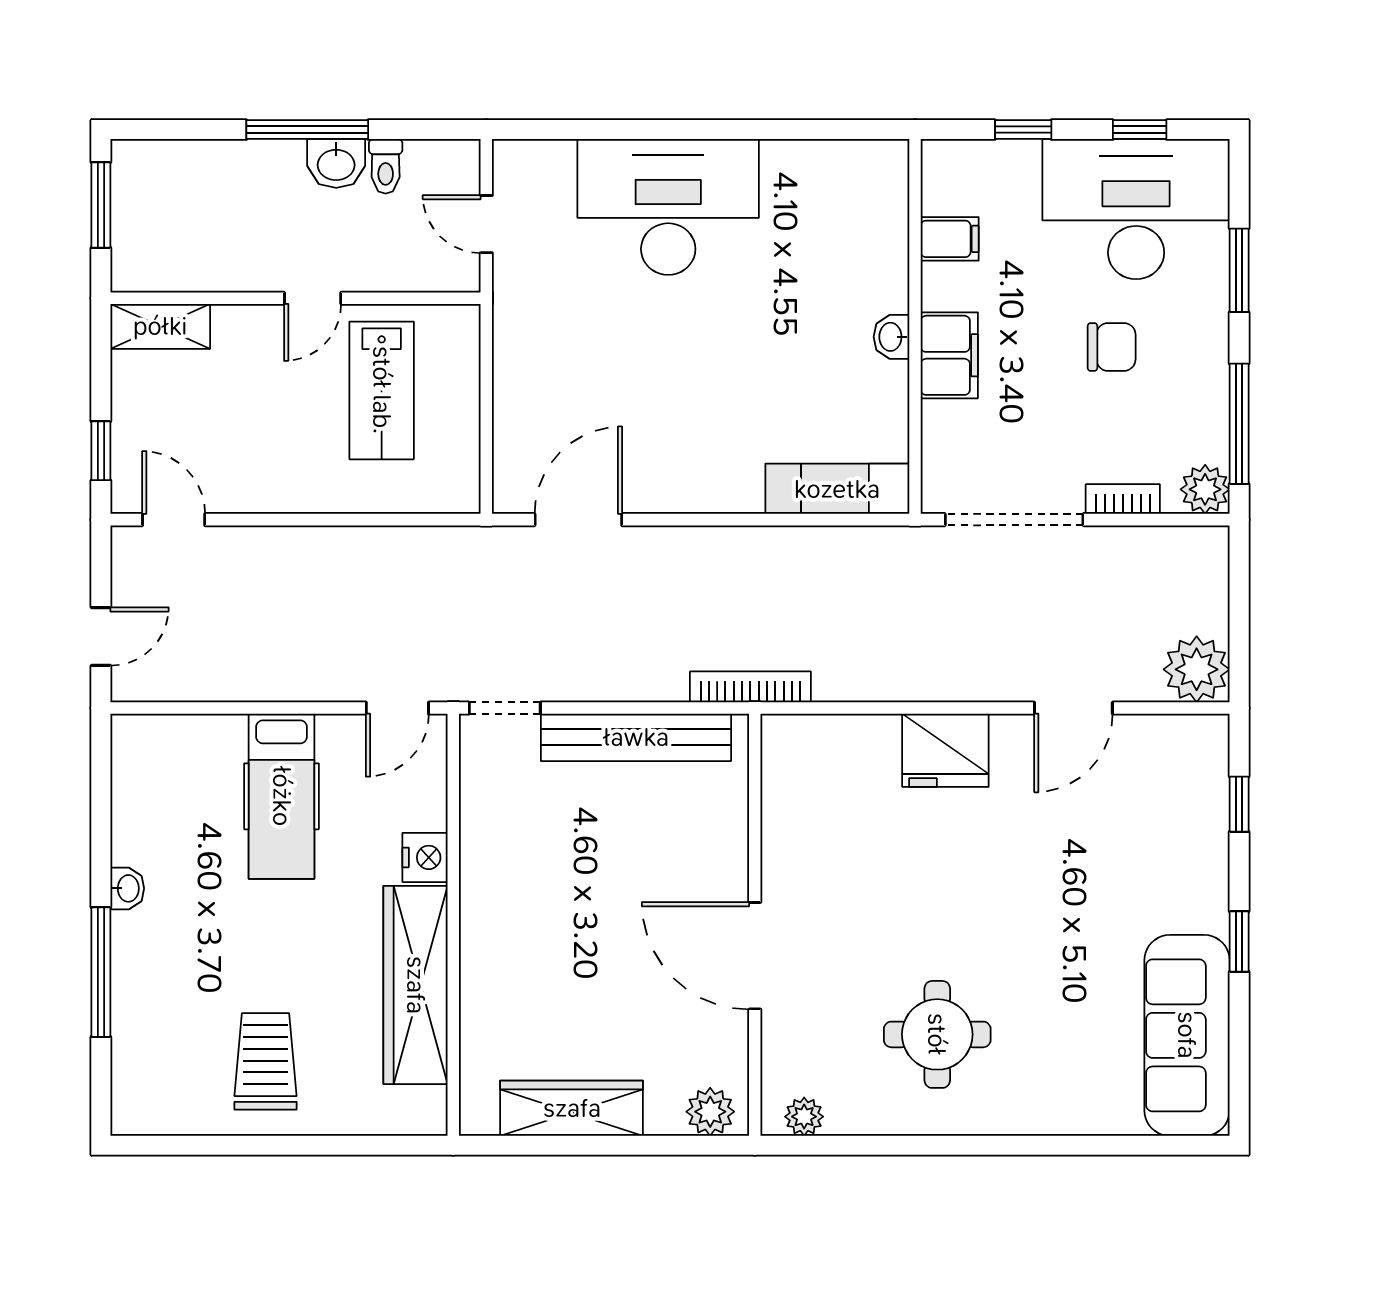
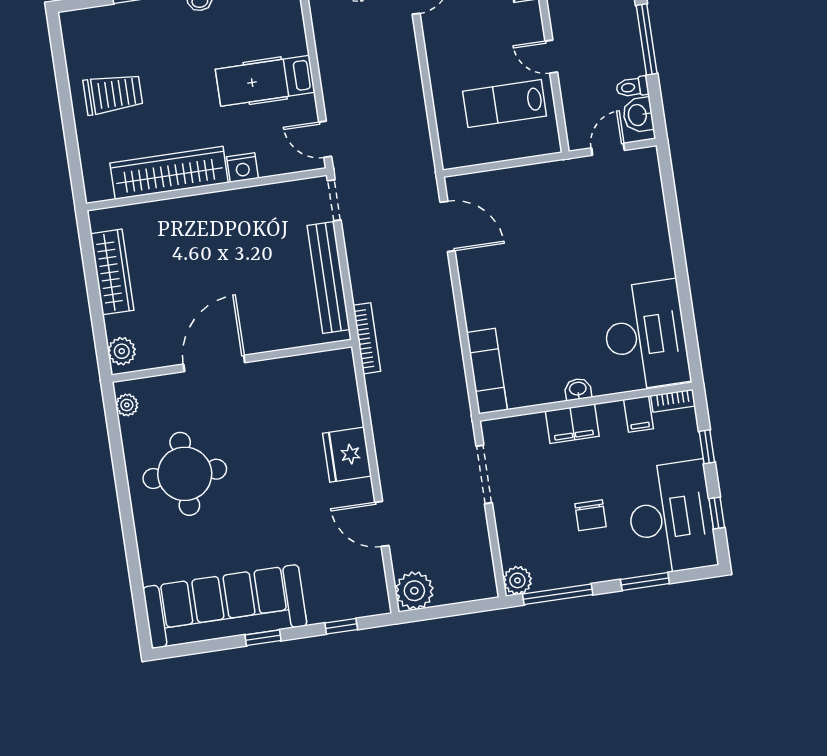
washbasin: (336, 163) -> (638, 115), moved
desk: (668, 207) -> (645, 335), moved
bookcase: (1123, 499) -> (673, 401), moved, turned 90
doorway: (1014, 520) -> (484, 474), width x0.73
round table: (937, 1034) -> (185, 474), width x1.36, depth x1.36
sofa: (1187, 1035) -> (225, 606), width x1.36, depth x1.27

